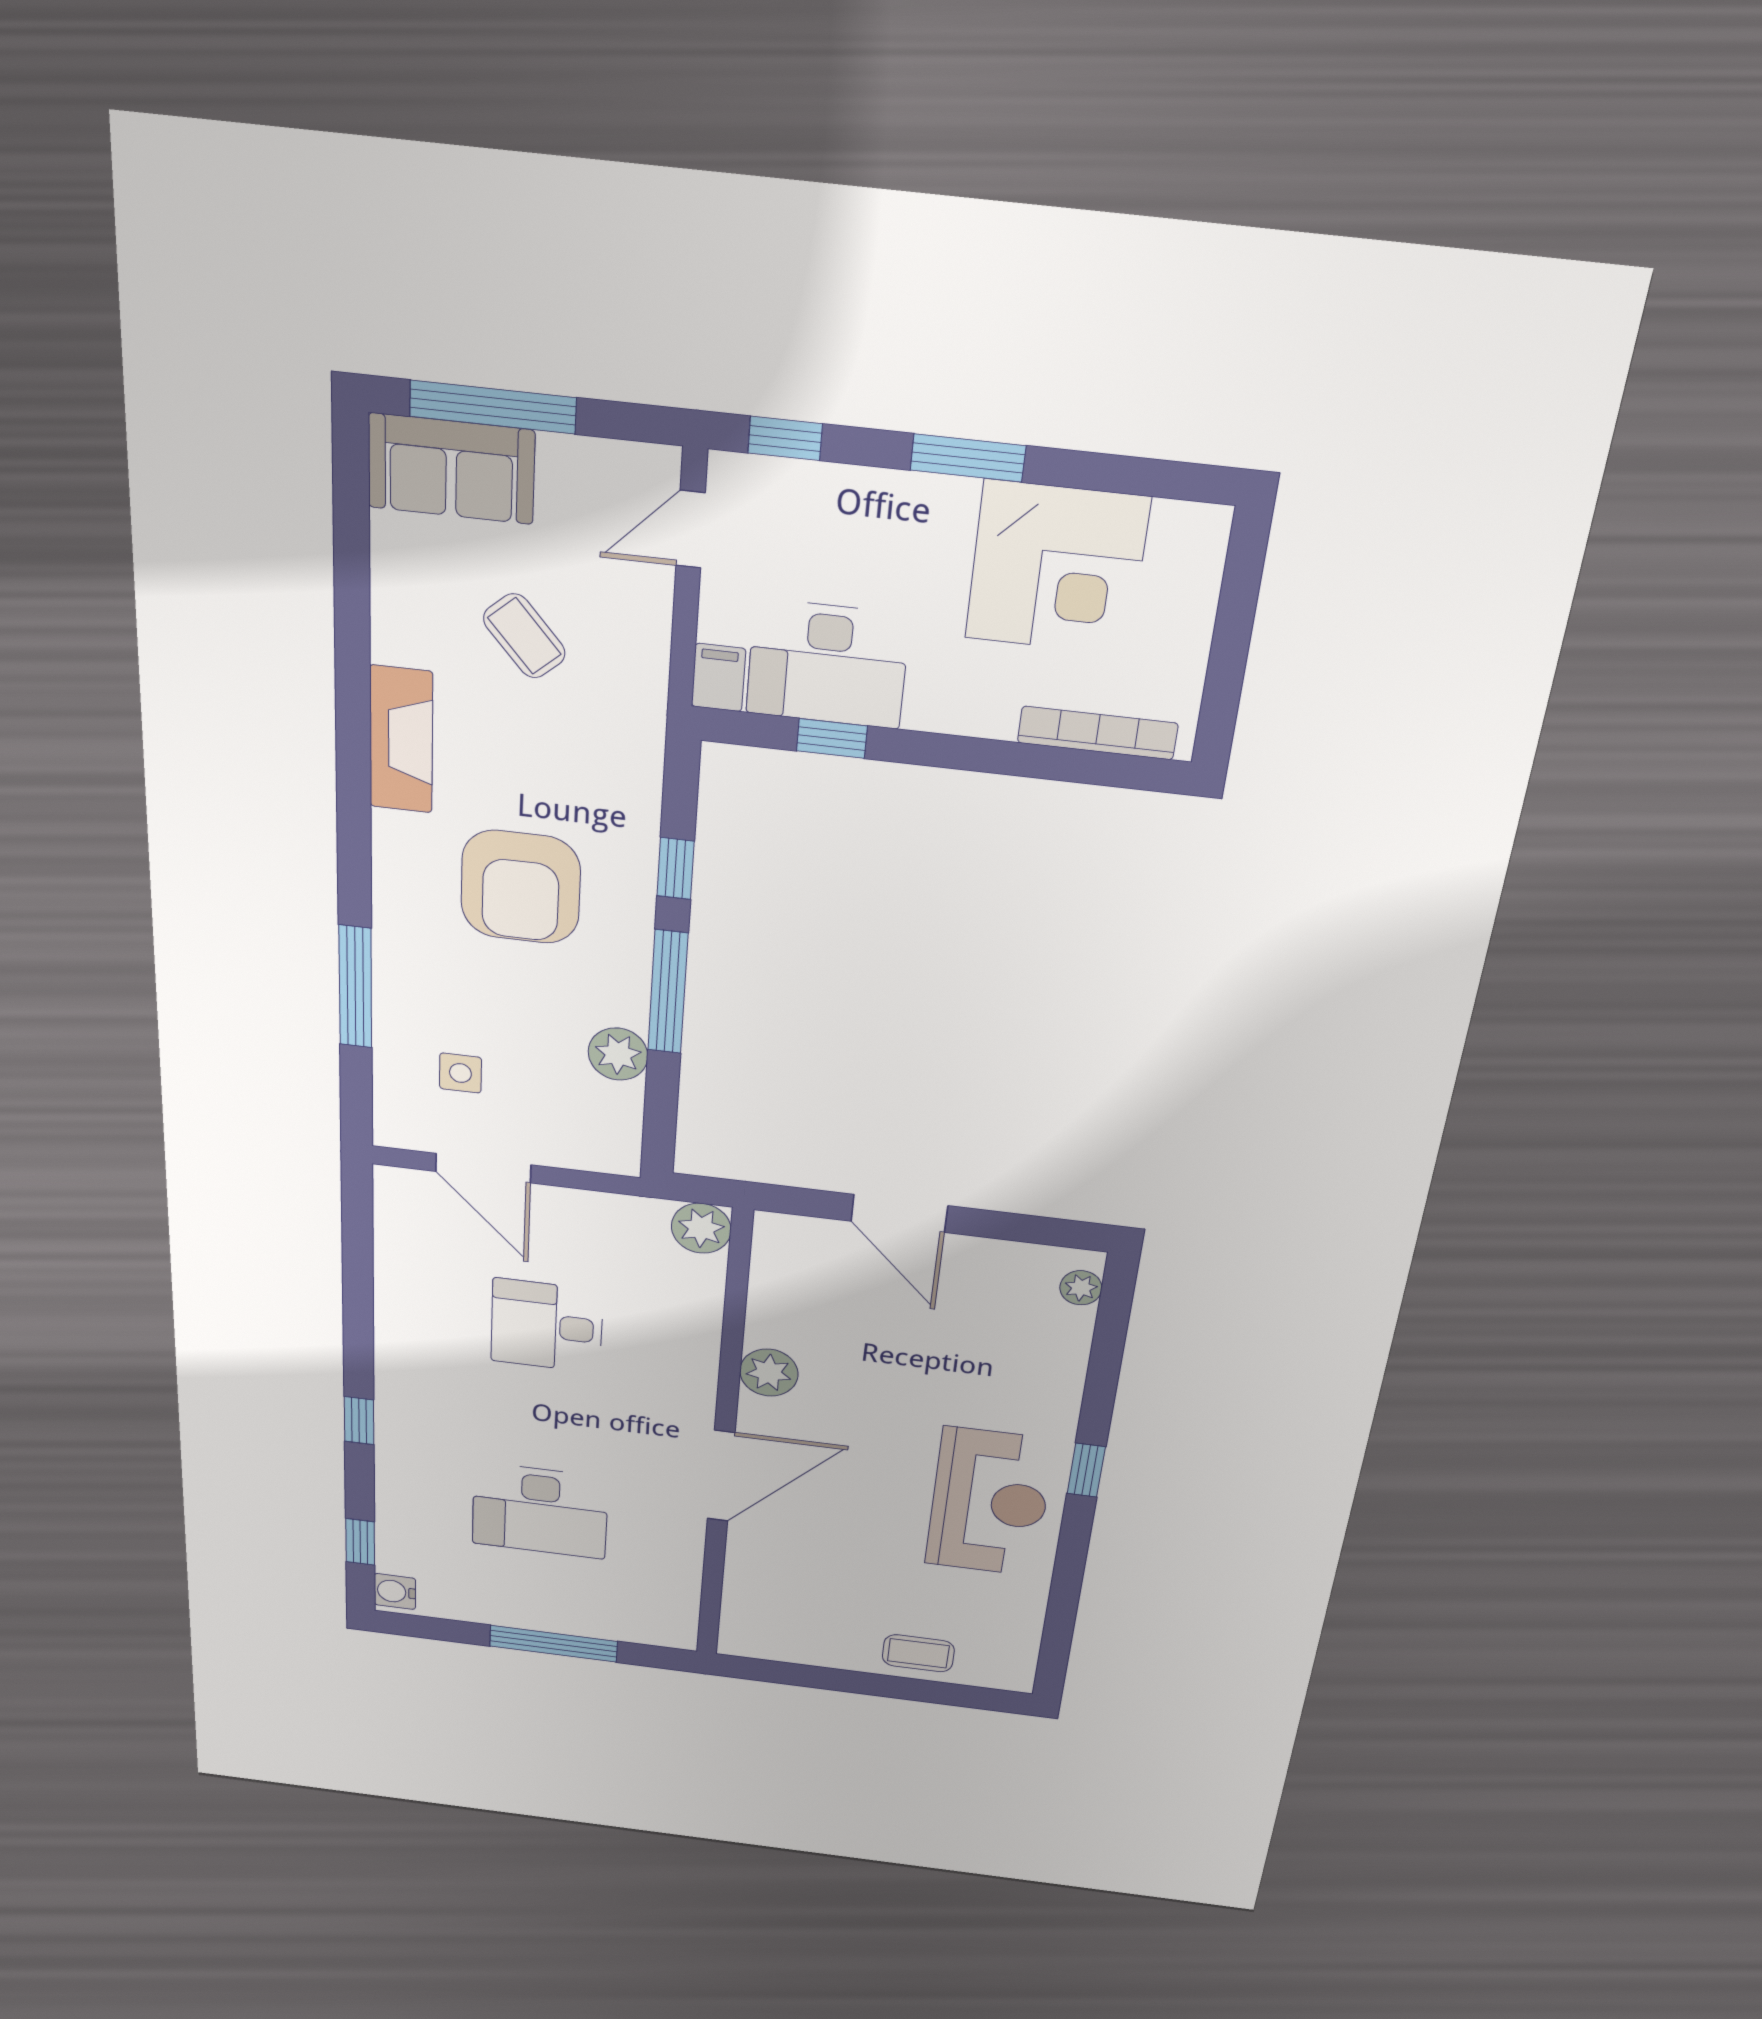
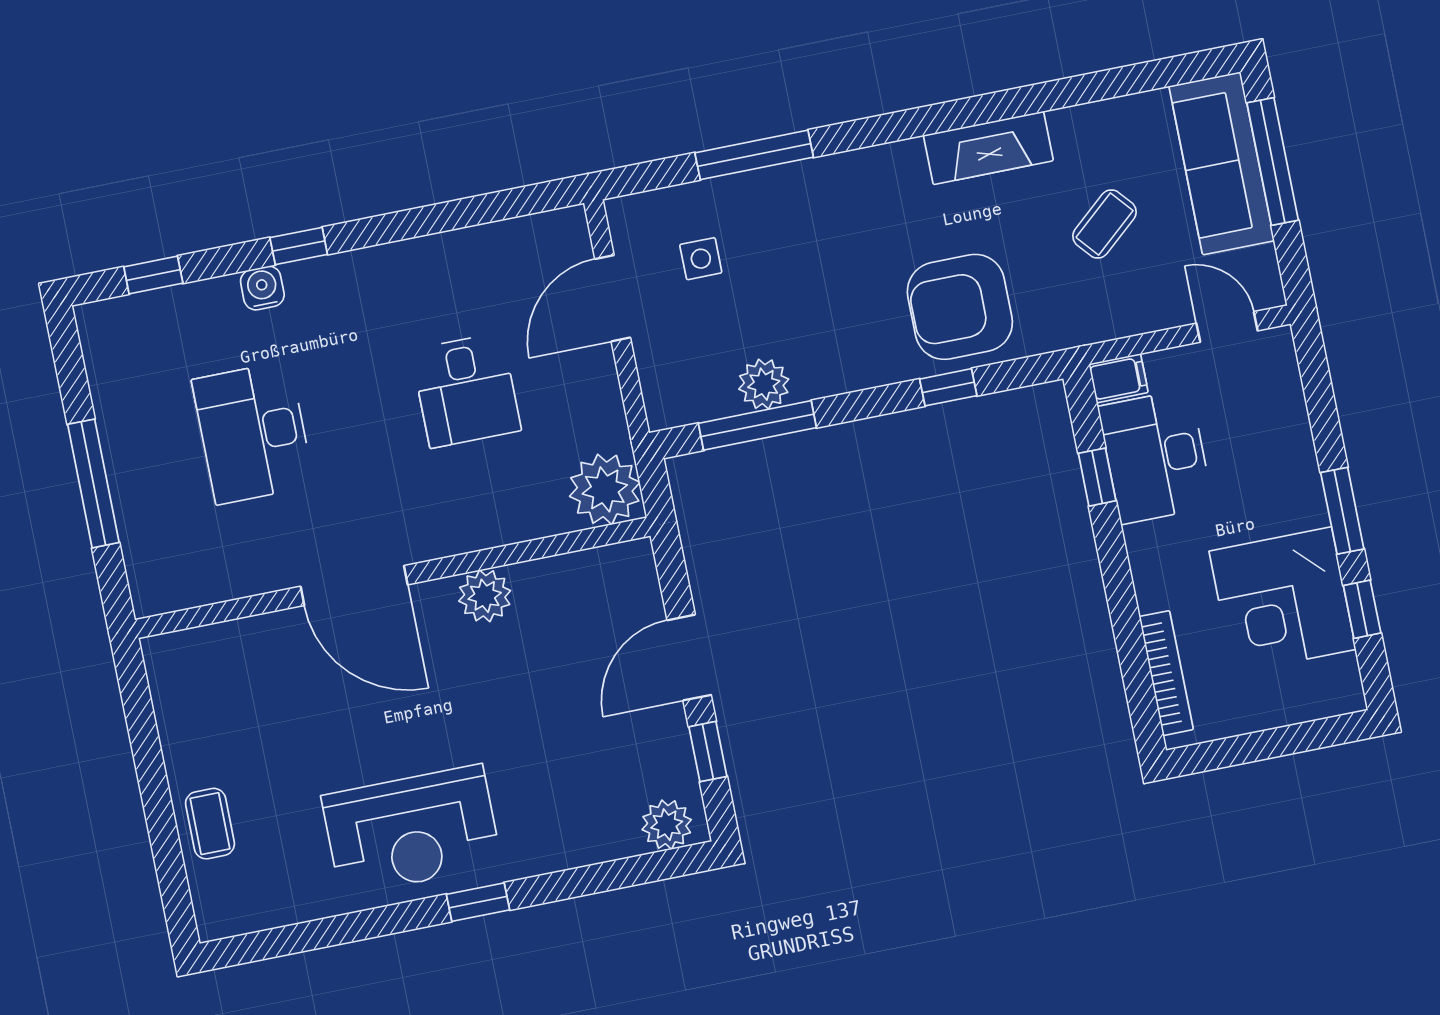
window: (785, 438) -> (1362, 609), moved
sofa: (451, 469) -> (1222, 163), width x1.36
armchair: (521, 887) -> (960, 307), moved
window: (668, 992) -> (757, 425), moved
window: (1009, 1227) -> (708, 752), added
plant: (701, 1228) -> (605, 489), width x1.36, depth x1.36
plant: (1081, 1288) -> (667, 825), width x1.38, depth x1.38
desk: (547, 1326) -> (466, 390), turned 180
water cooler: (395, 1591) -> (262, 288), moved

